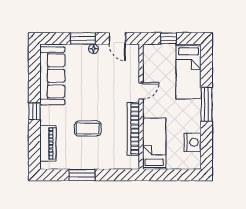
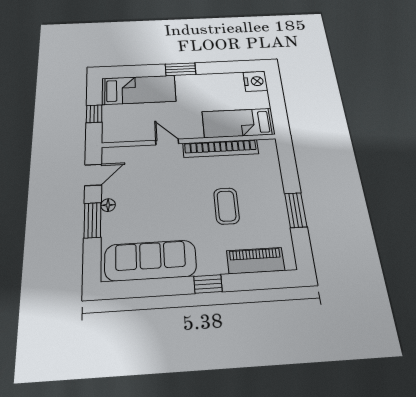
window: (206, 104) -> (180, 69), width x0.69
nightstand: (193, 142) -> (255, 81), moved, turned 90

